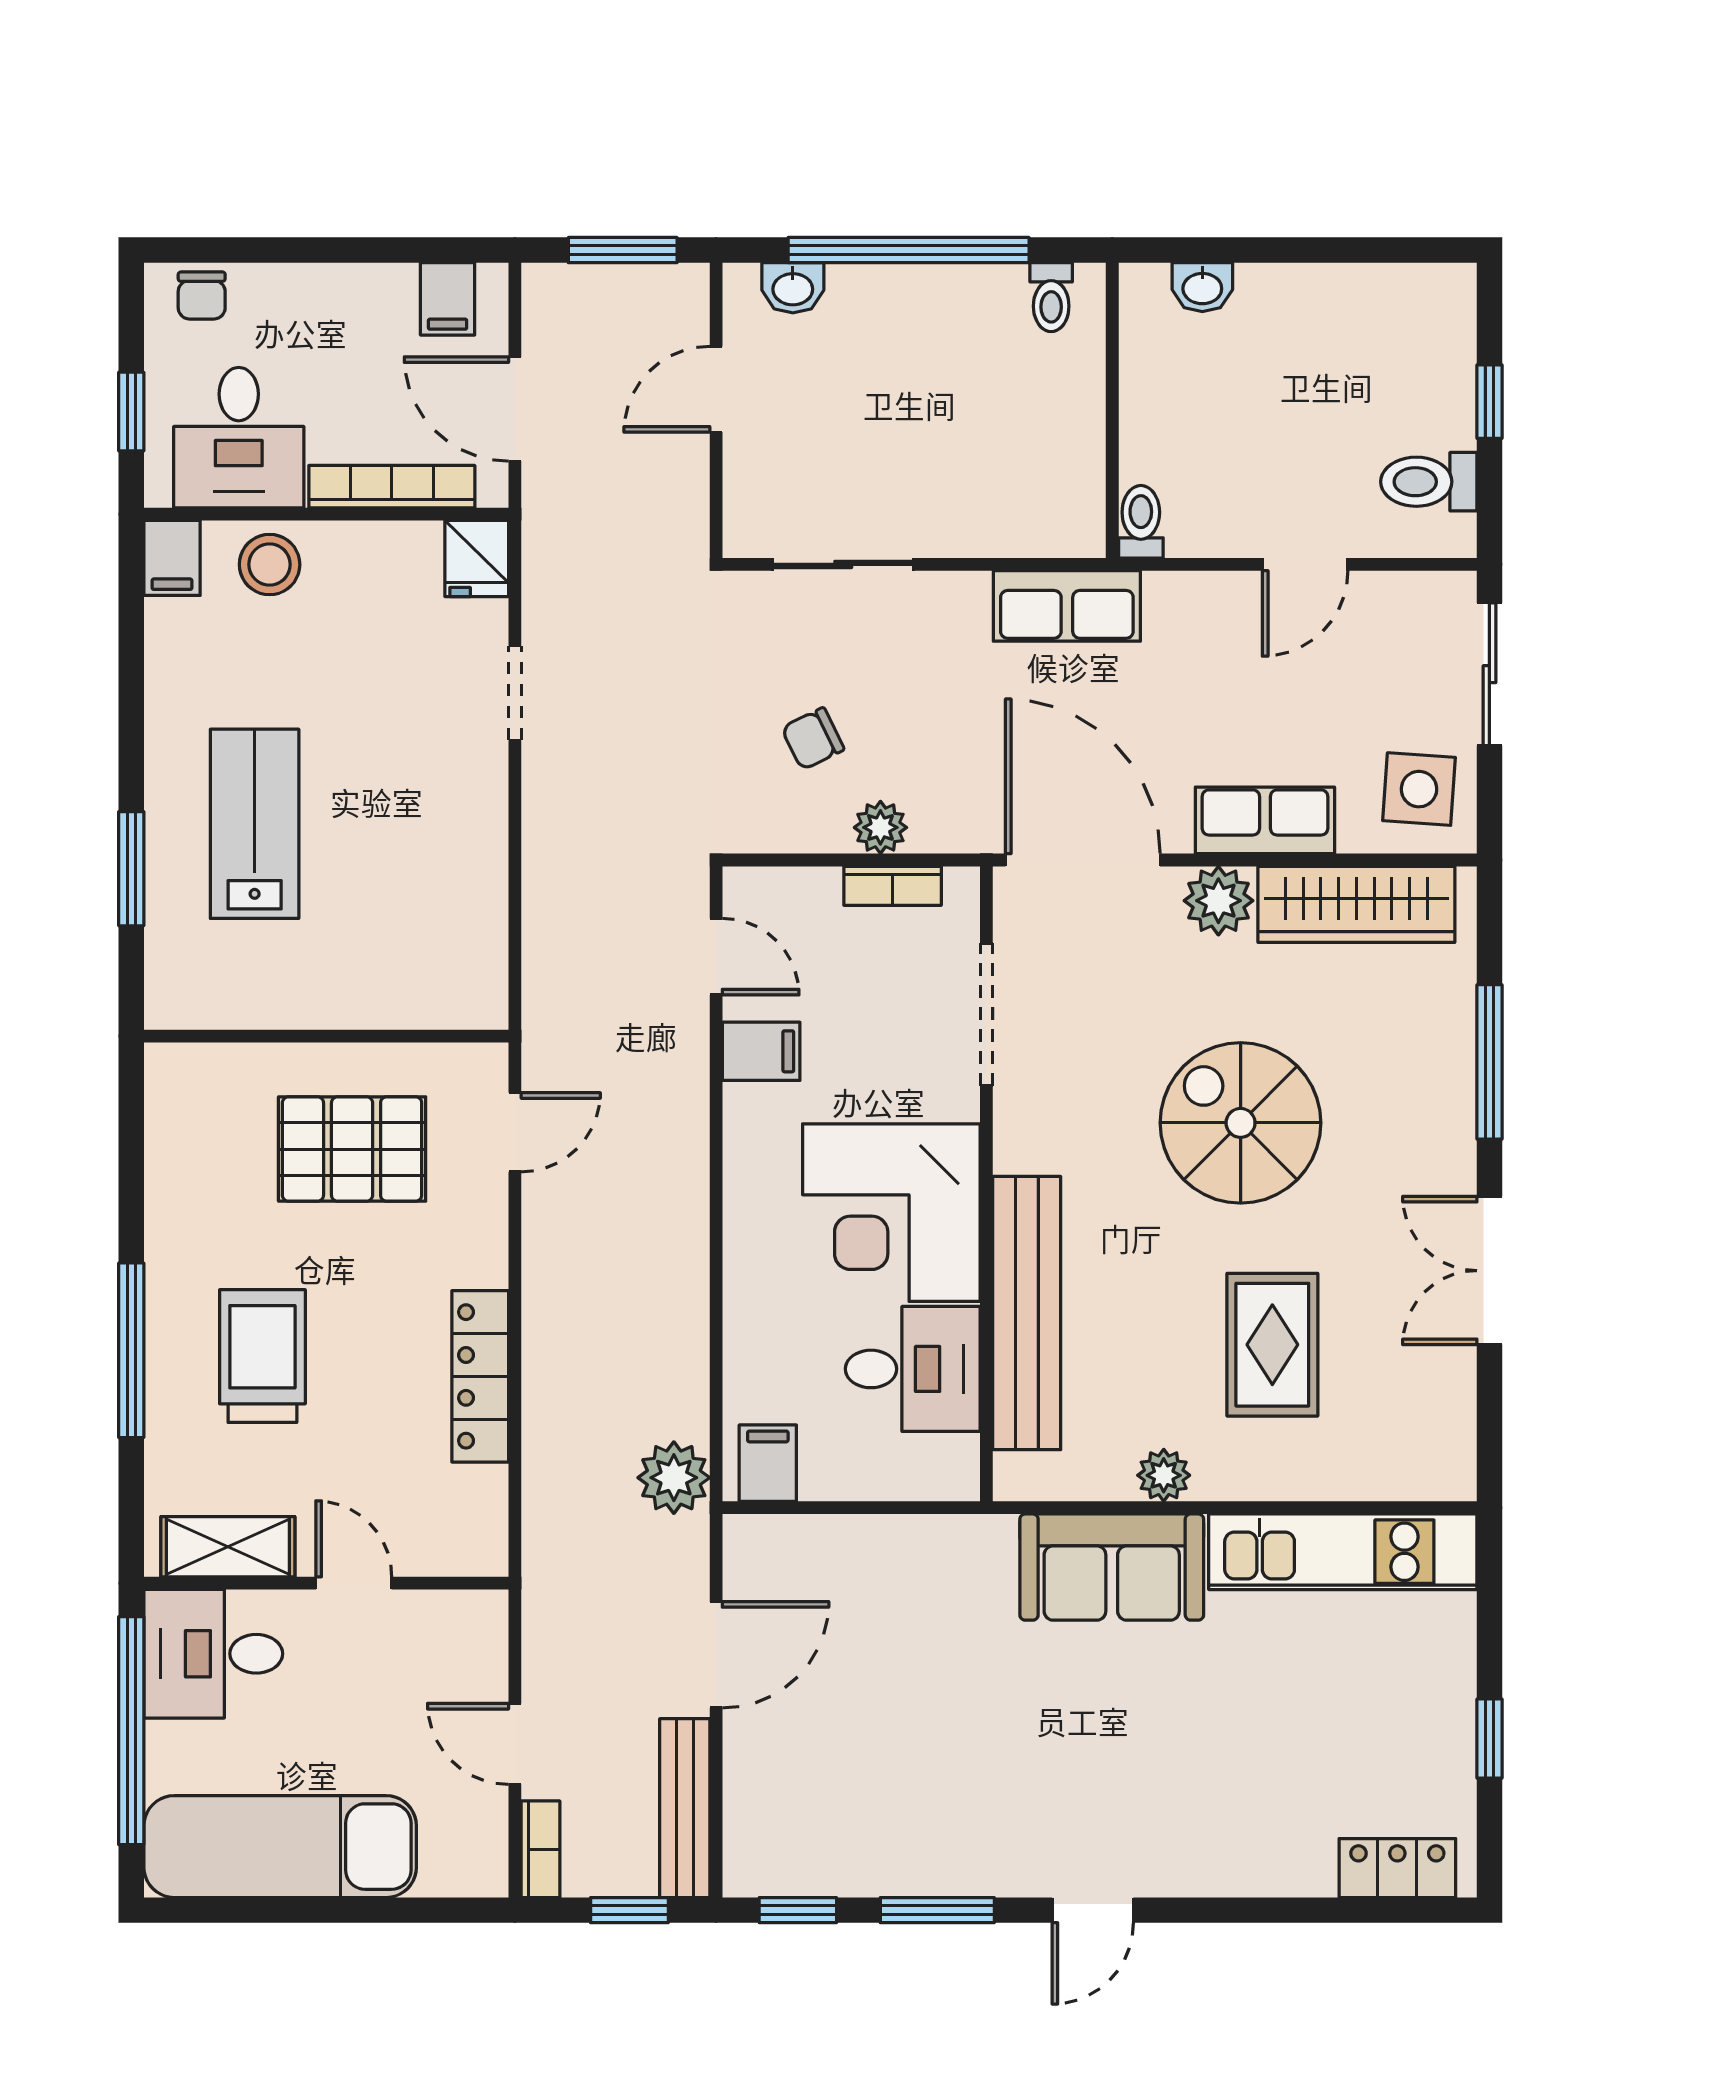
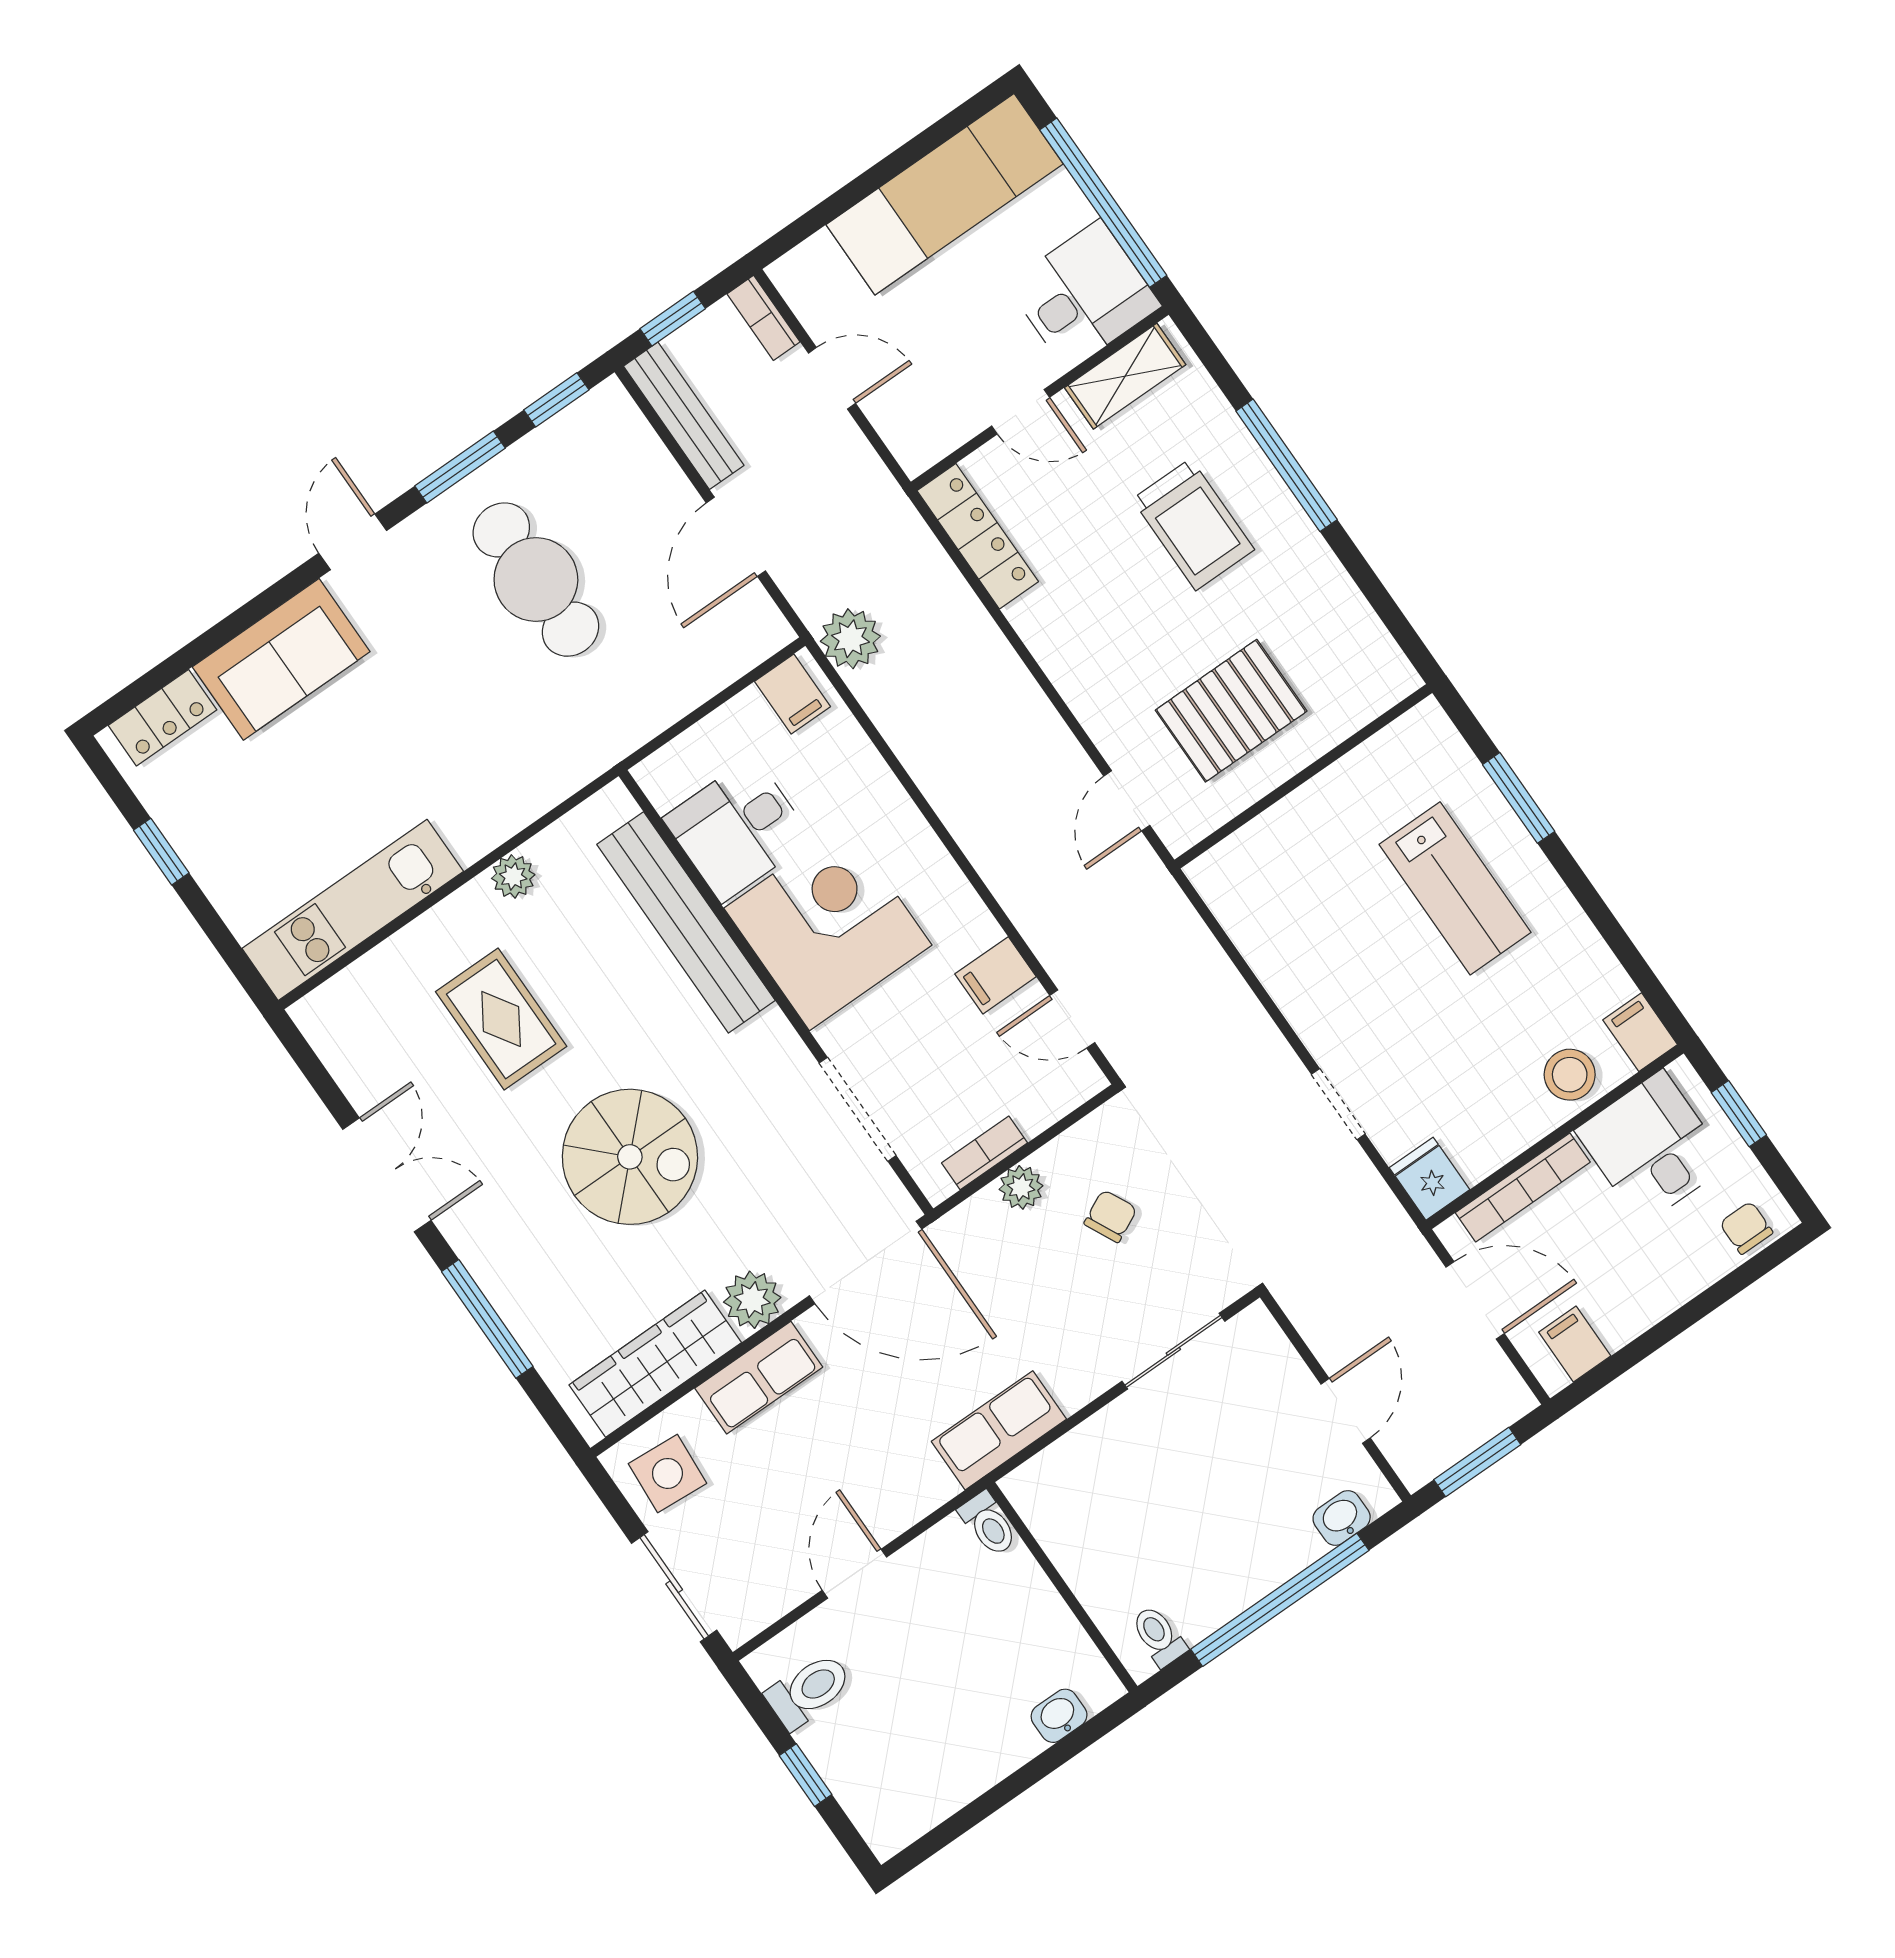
locker: (480, 1376) -> (978, 536), moved
sofa: (1112, 1567) -> (281, 659), moved, turned 180
cafe table: (940, 1749) -> (536, 580), added

